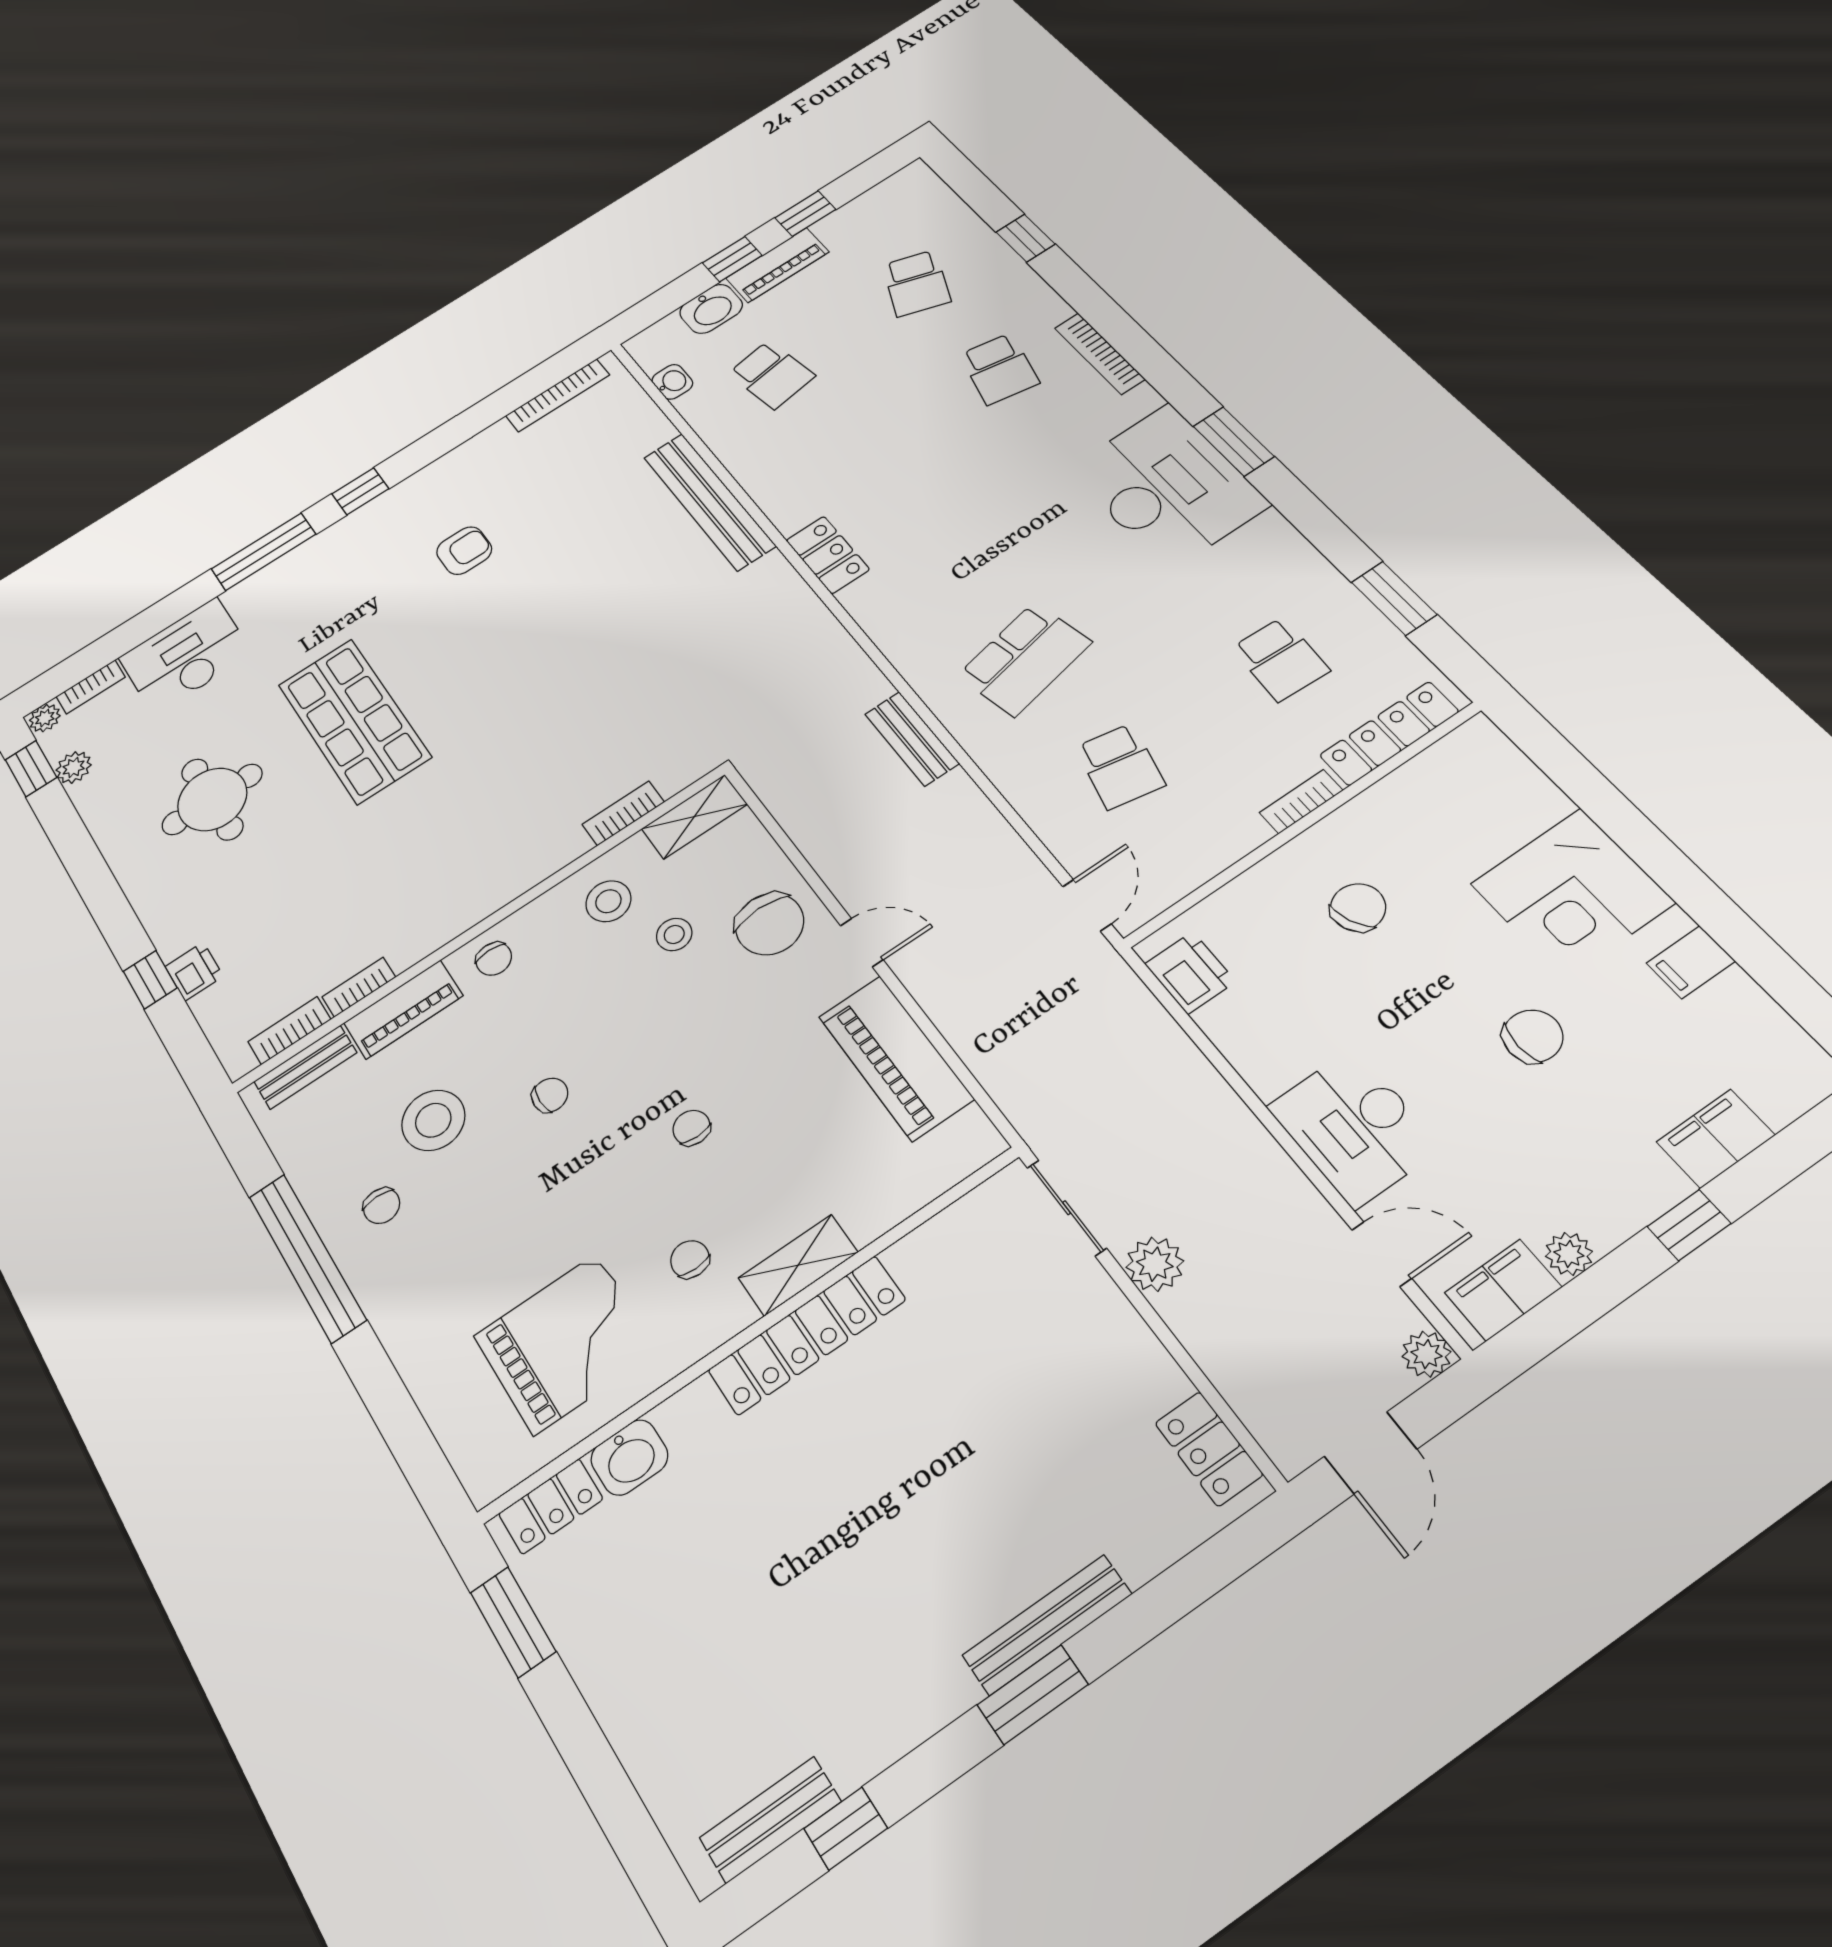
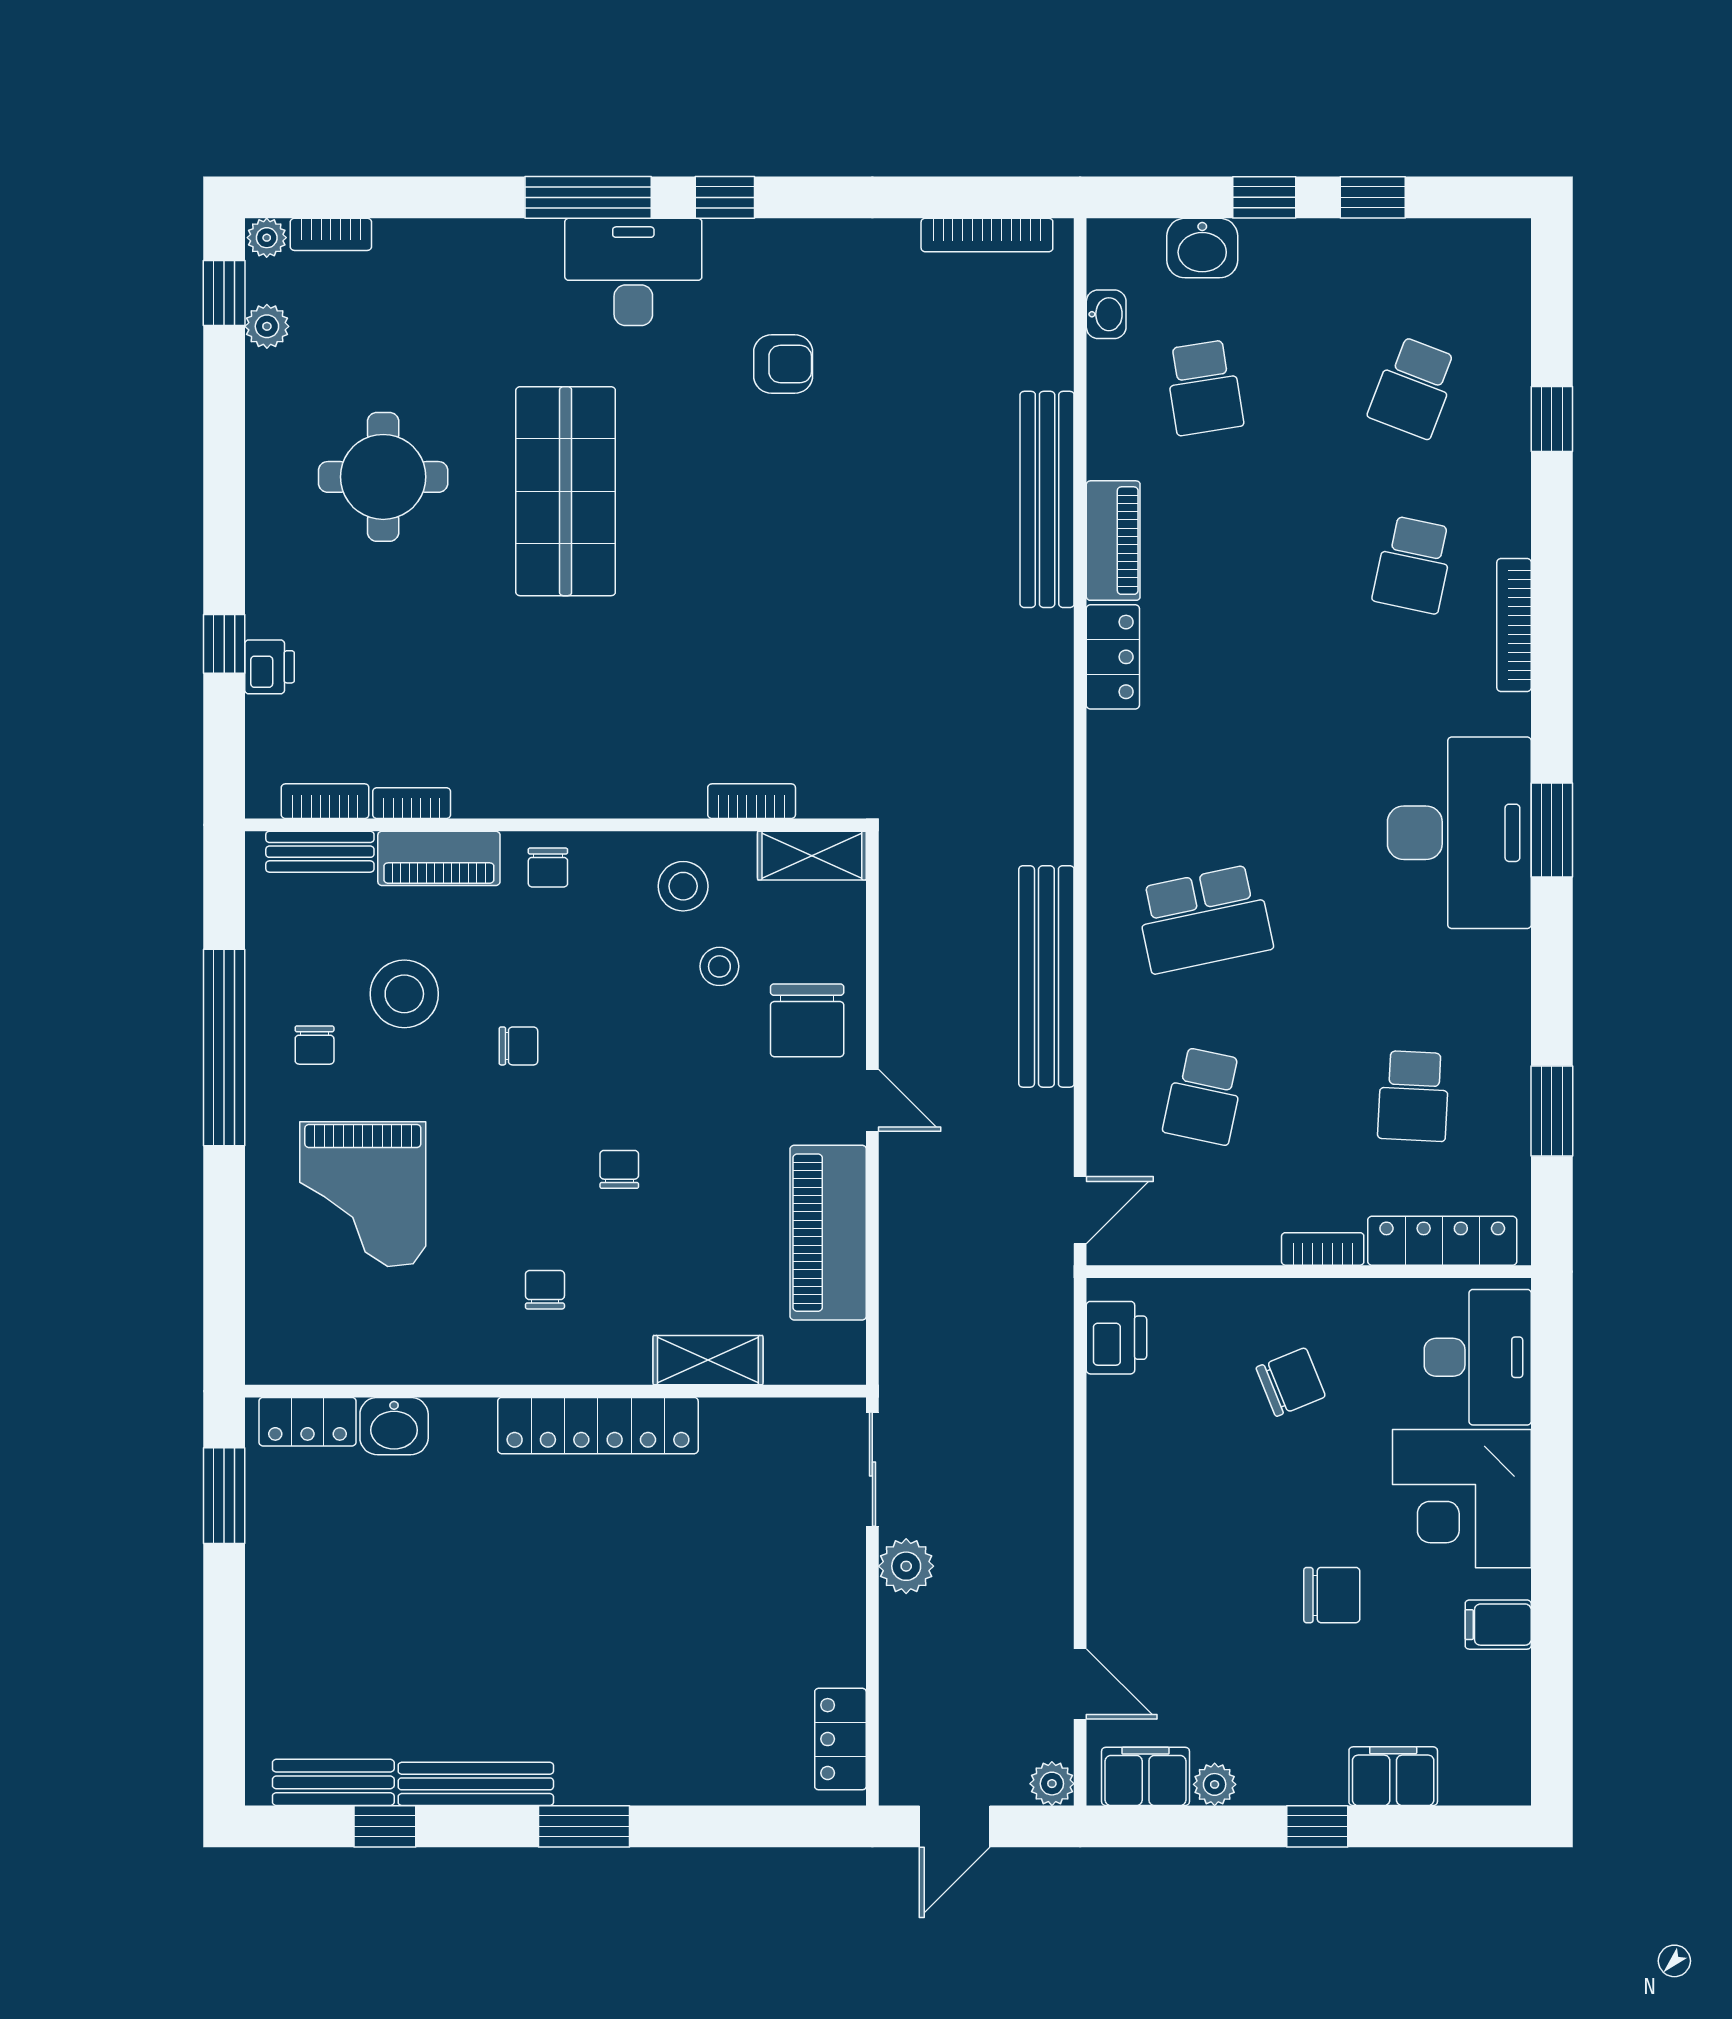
piano: (777, 265) -> (1113, 541), moved, turned -90
desk: (185, 656) -> (633, 272), moved
bench: (912, 739) -> (1046, 976), width x1.86, depth x1.21
desk: (1354, 1127) -> (1478, 1357), moved, turned 180
shelving: (798, 1265) -> (708, 1360), moved
grand piano: (566, 1343) -> (363, 1194), moved, turned 90
bench: (1047, 1625) -> (476, 1784), moved

